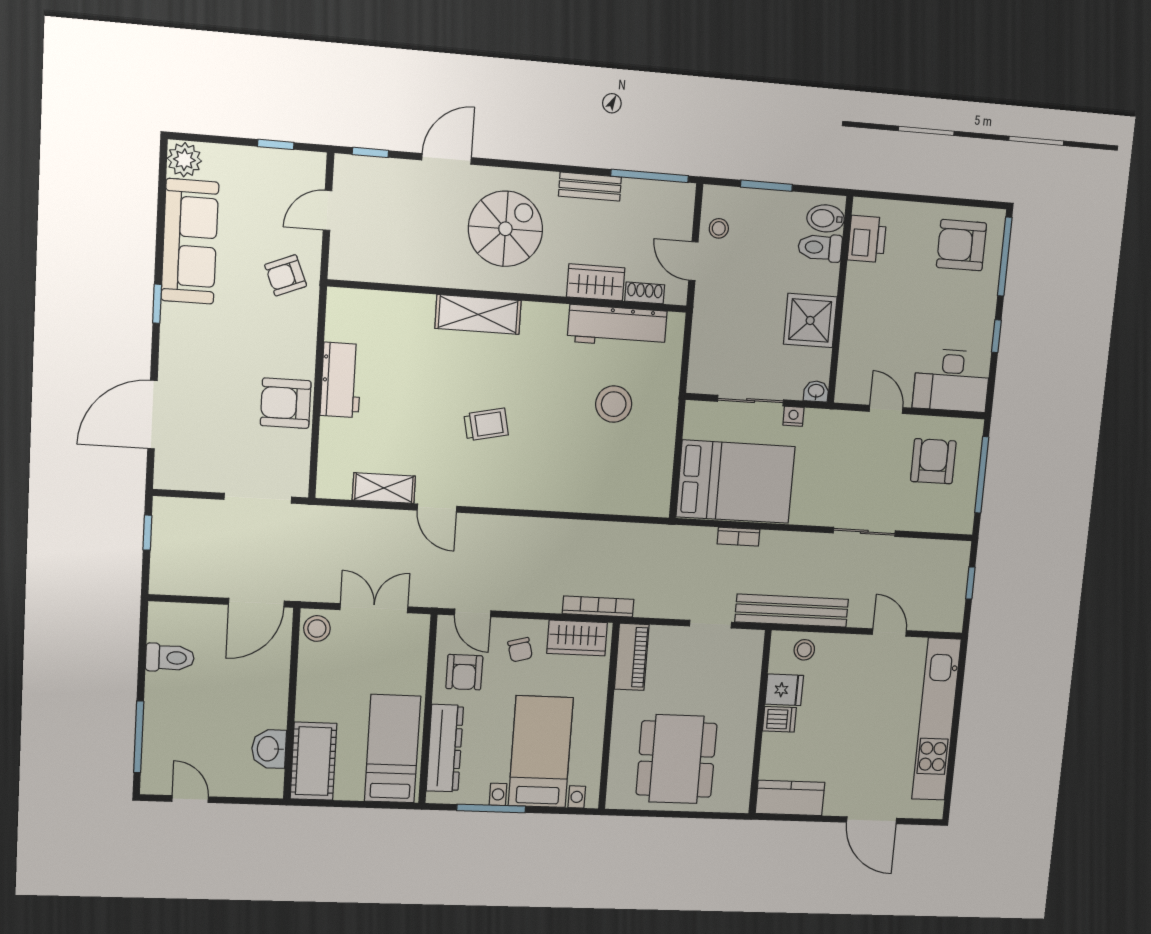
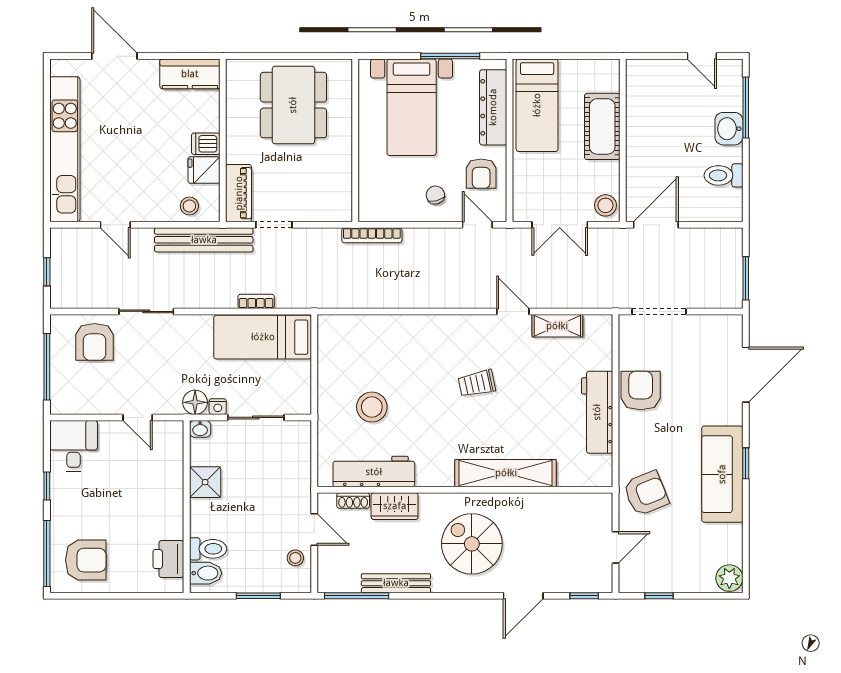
bench: (590, 187) -> (396, 583), width x1.36
spiral stairs: (505, 229) -> (472, 544), turned 90
sofa: (190, 241) -> (722, 474), moved
armchair: (286, 275) -> (646, 493), width x1.38, depth x1.38
shelving: (478, 314) -> (506, 473), width x1.47
shower: (810, 320) -> (205, 482), width x0.73, depth x0.73
workbench: (341, 380) -> (597, 412), width x1.38
desk: (952, 380) -> (74, 446), width x0.73
armchair: (286, 403) -> (641, 391), turned -90
floor lamp: (819, 423) -> (195, 402), added
armchair: (933, 461) -> (95, 342), moved
bed: (736, 482) -> (263, 337), width x0.67
window: (147, 533) -> (746, 278), width x1.50
wardrobe: (577, 638) -> (388, 207), removed
piano: (632, 657) -> (239, 193), moved, turned 180
armchair: (464, 672) -> (481, 174), turned 180
washbasin: (269, 749) -> (729, 129), moved, turned 180
cot: (313, 761) -> (602, 126), moved

